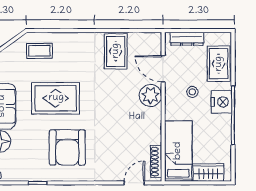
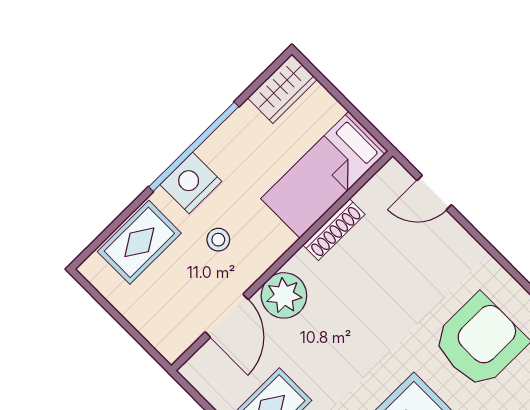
dresser: (187, 39) -> (149, 324), removed
shoe rack: (156, 162) -> (334, 230), moved
wardrobe: (208, 172) -> (282, 89), moved, turned -90

